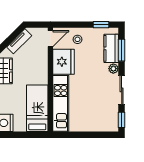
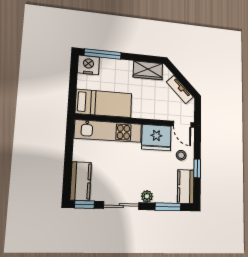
window: (101, 25) -> (197, 168), moved
kitchen counter: (111, 48) -> (186, 187), moved, turned -90
kitchen counter: (103, 124) -> (81, 181), added

